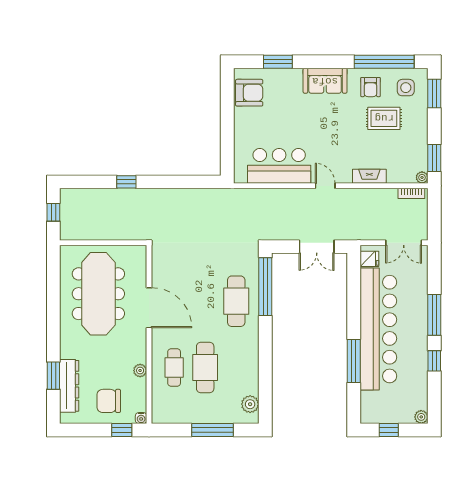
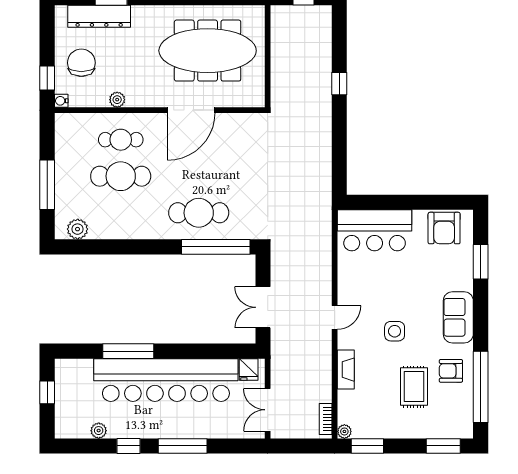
side table: (406, 88) -> (395, 331), moved
bar counter: (279, 166) -> (375, 230), moved, turned 90
plant: (421, 417) -> (99, 431), moved

